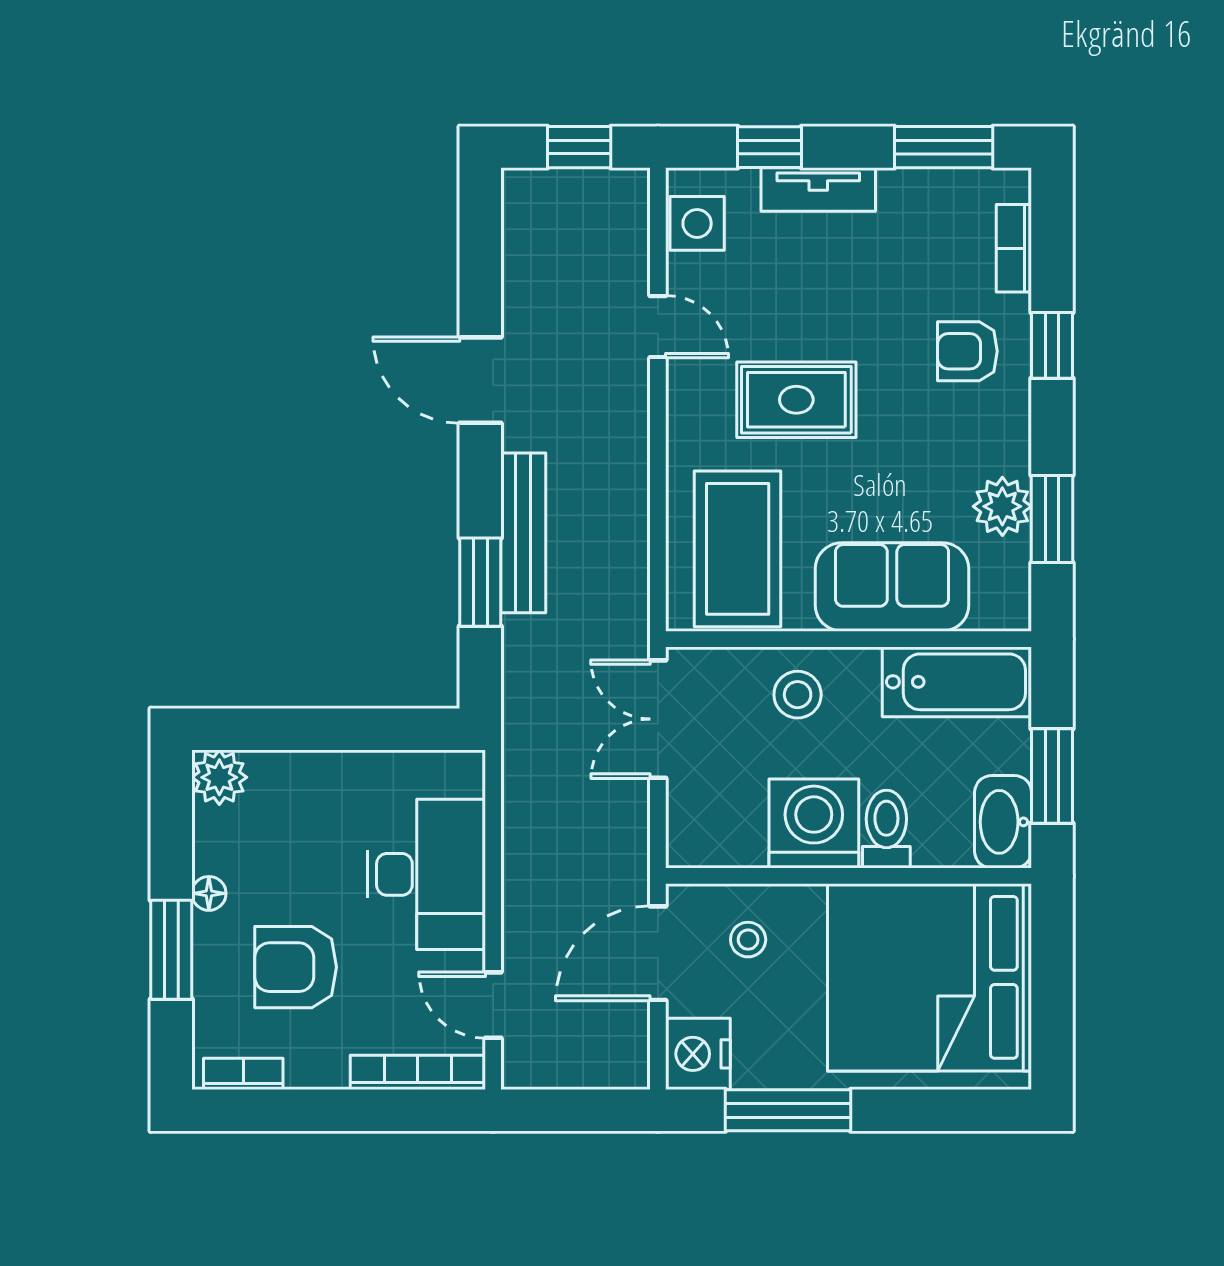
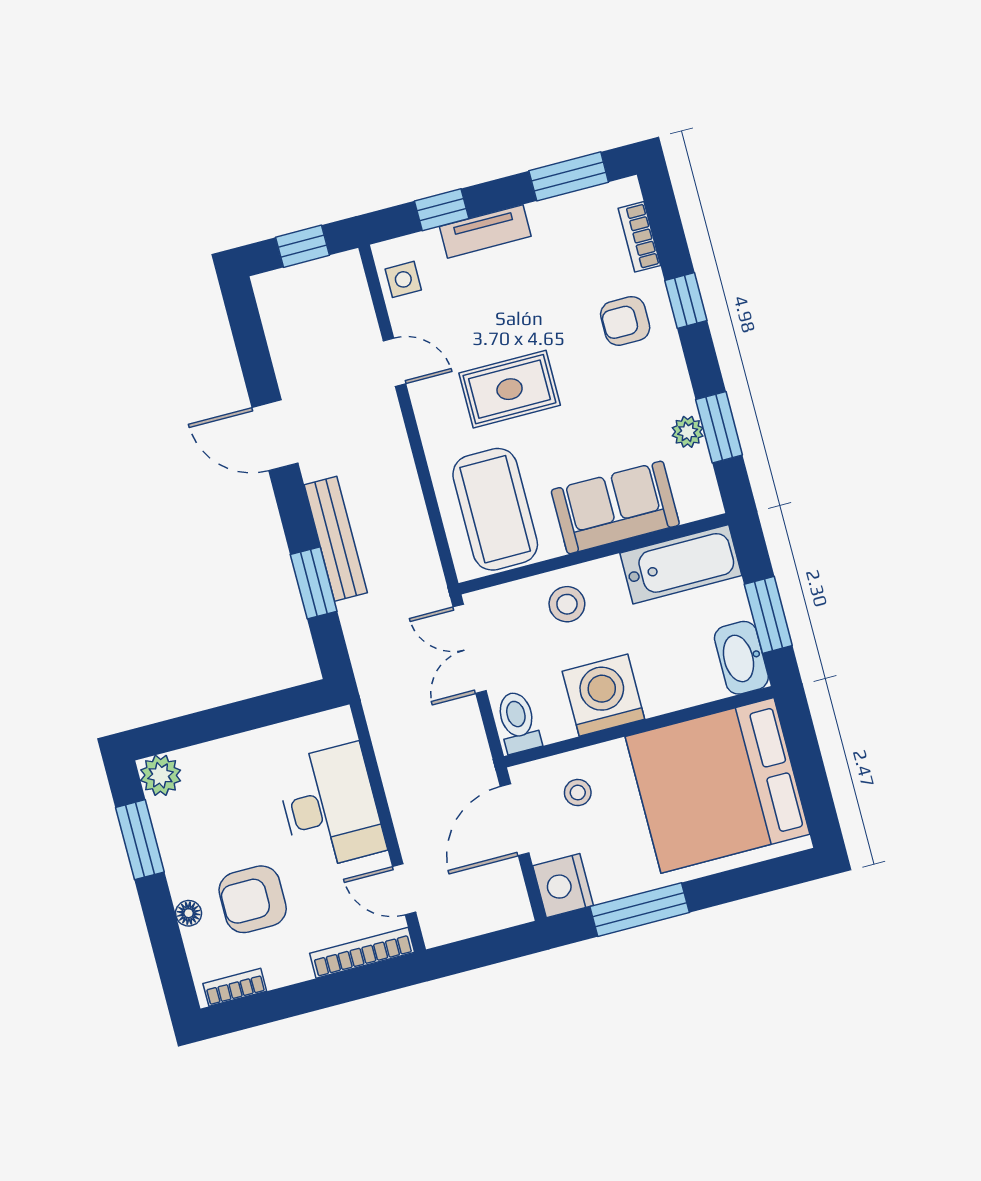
side table: (697, 223) -> (403, 279), width x0.73, depth x0.73
plant: (1002, 506) -> (688, 432), width x0.73, depth x0.73
toilet: (886, 829) -> (518, 722), moved
floor lamp: (209, 893) -> (189, 913), moved
window: (171, 950) -> (140, 840), moved

